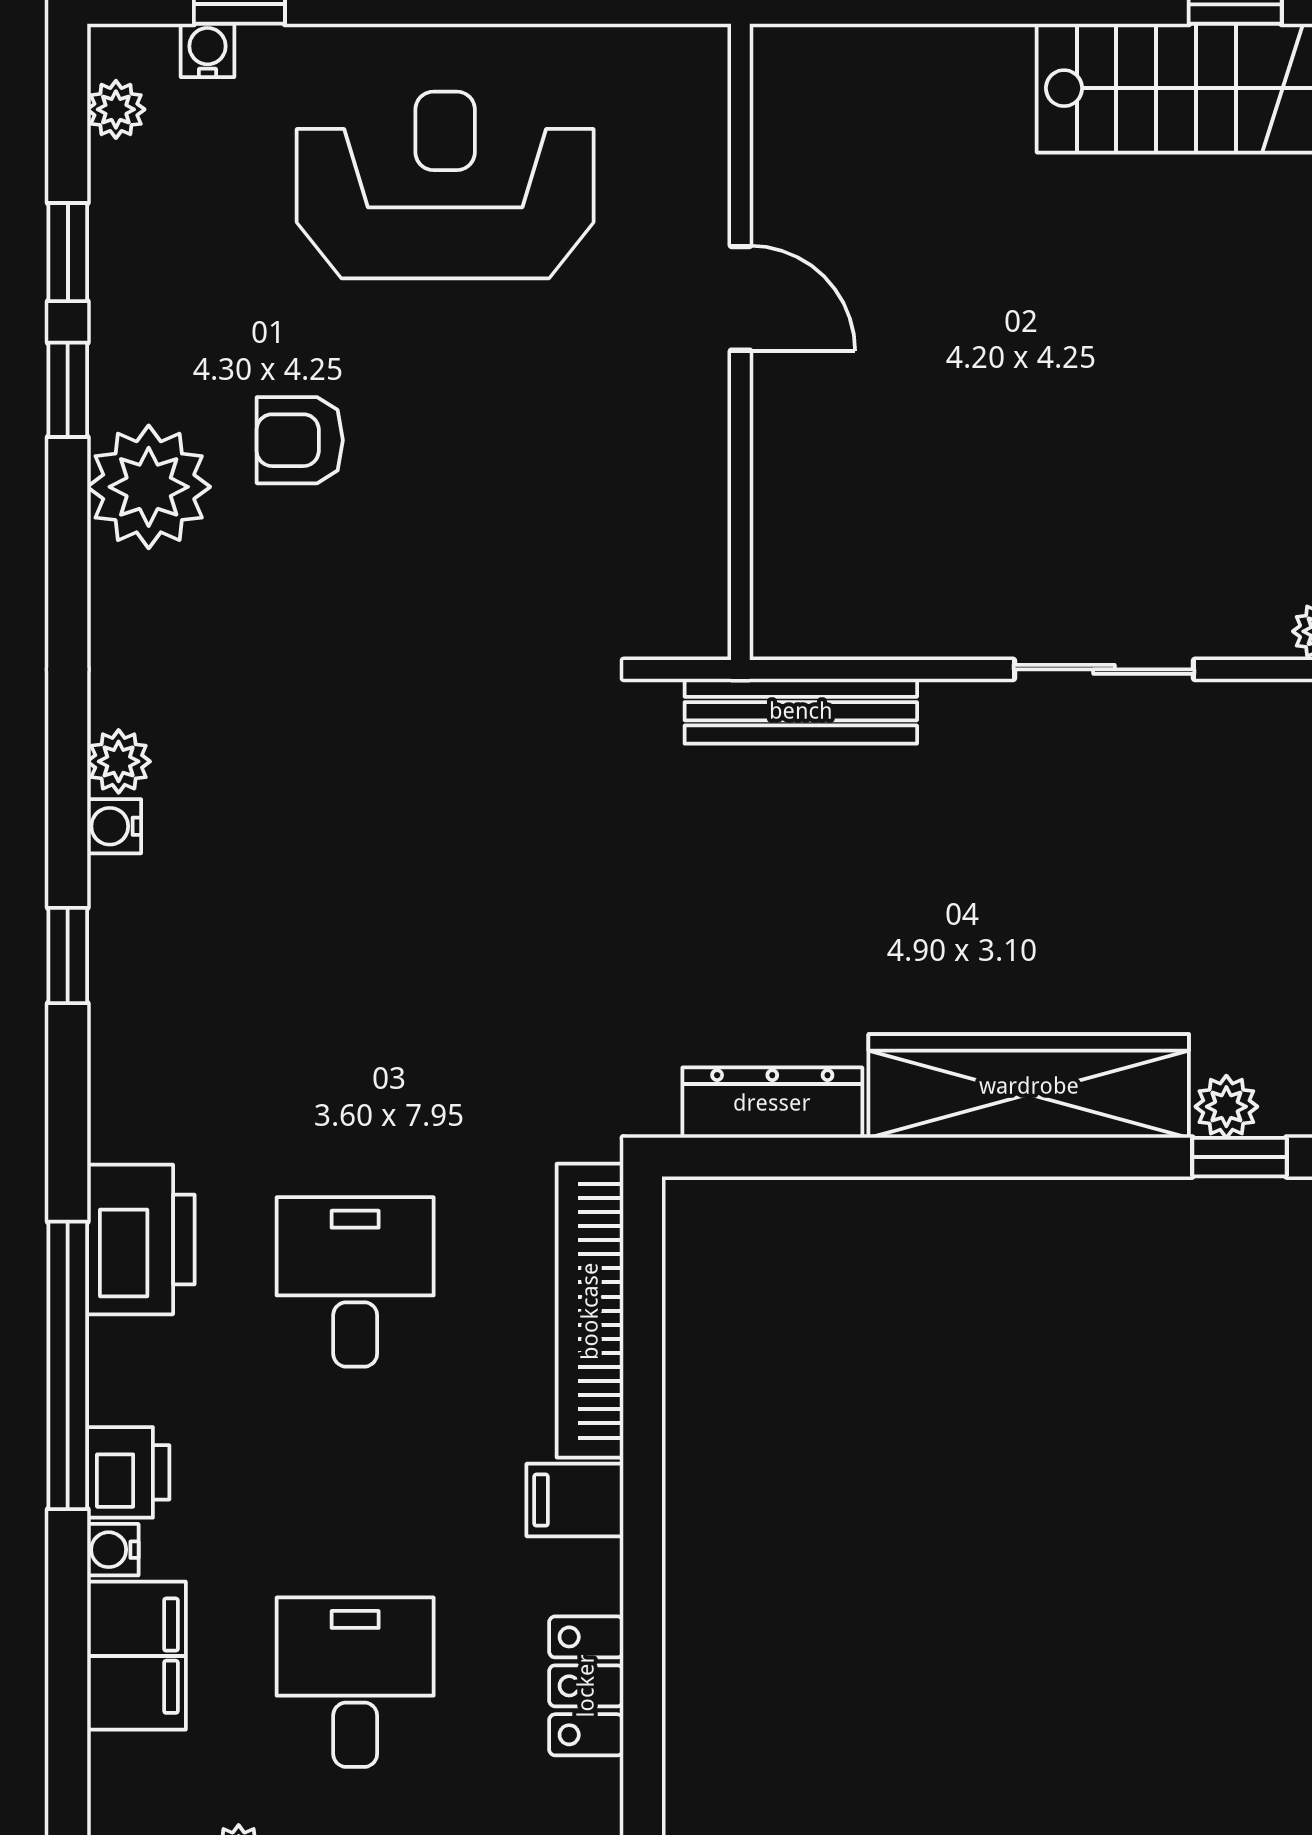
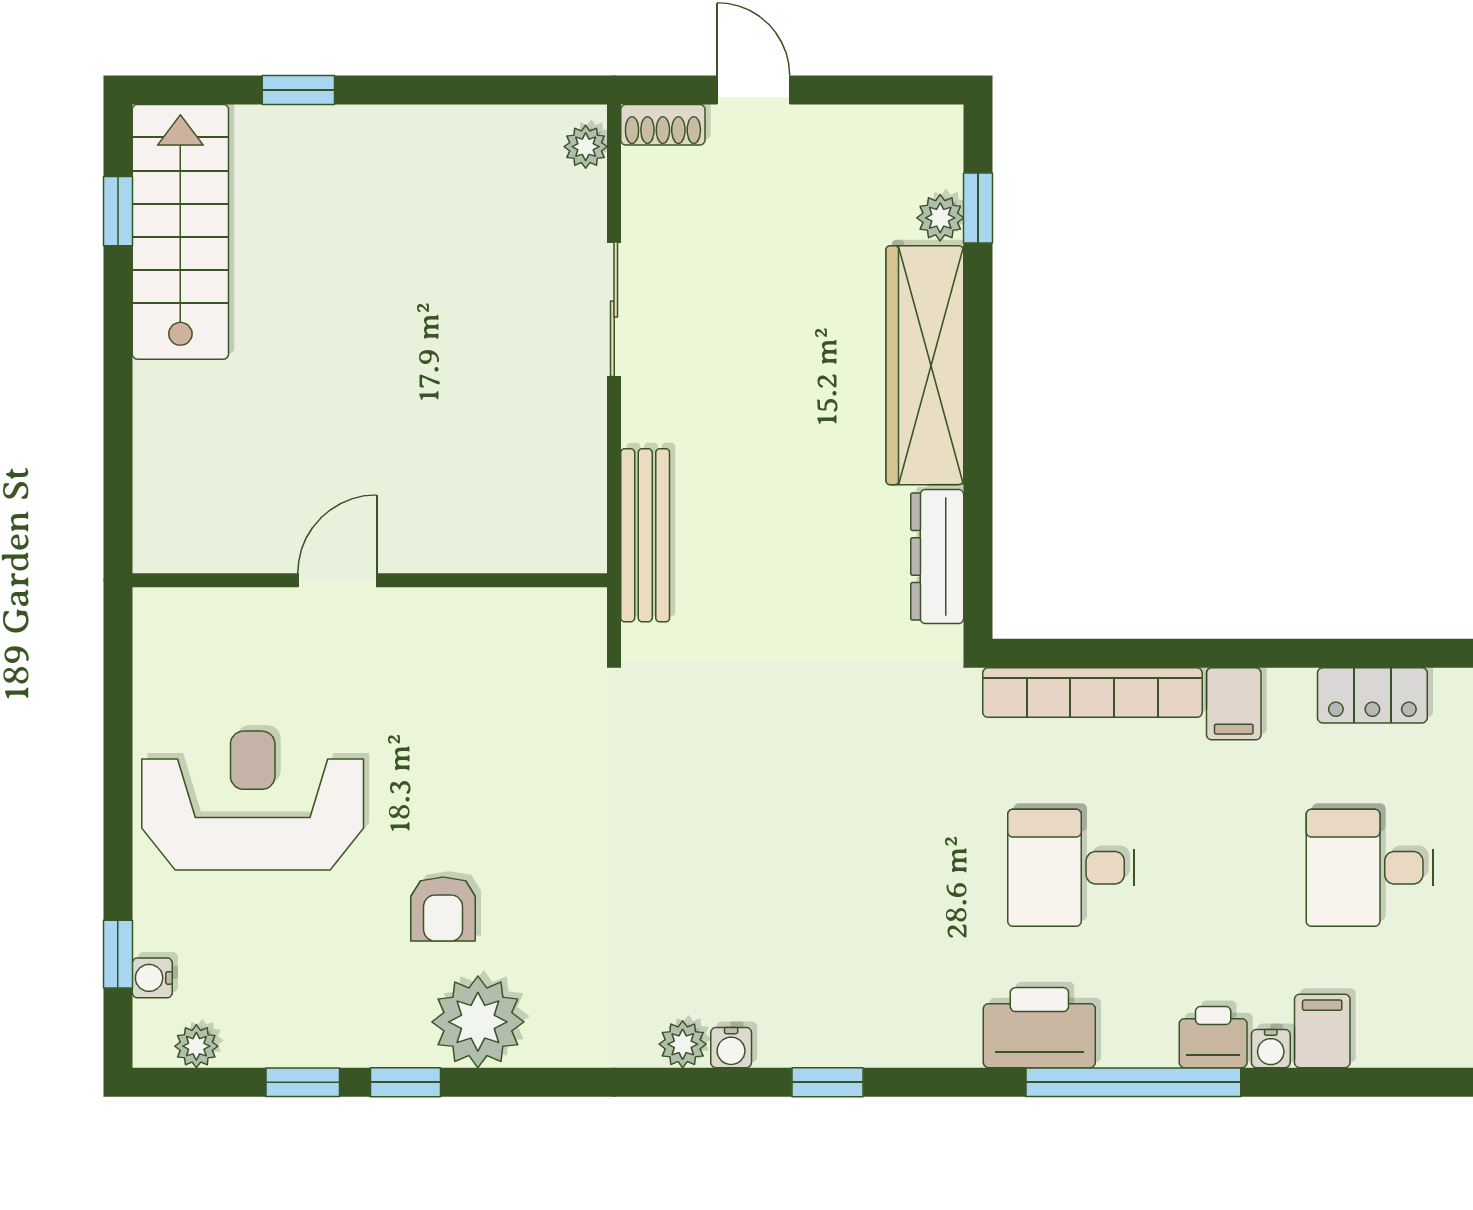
reception desk: (445, 185) -> (253, 801), turned 90
filing cabinet: (136, 1656) -> (1322, 1031), width x0.50

